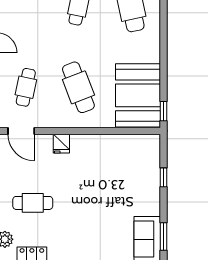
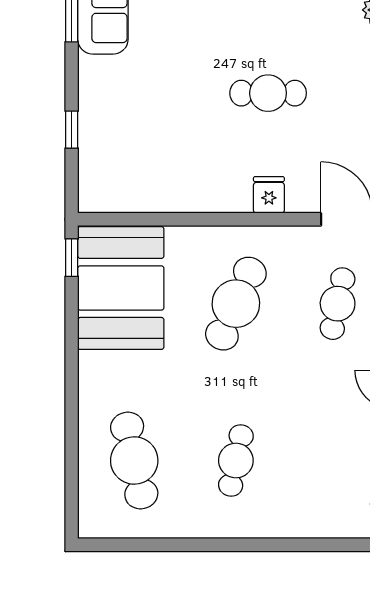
cafe table: (78, 87) -> (236, 304), turned 45
cafe table: (33, 203) -> (268, 93), moved

